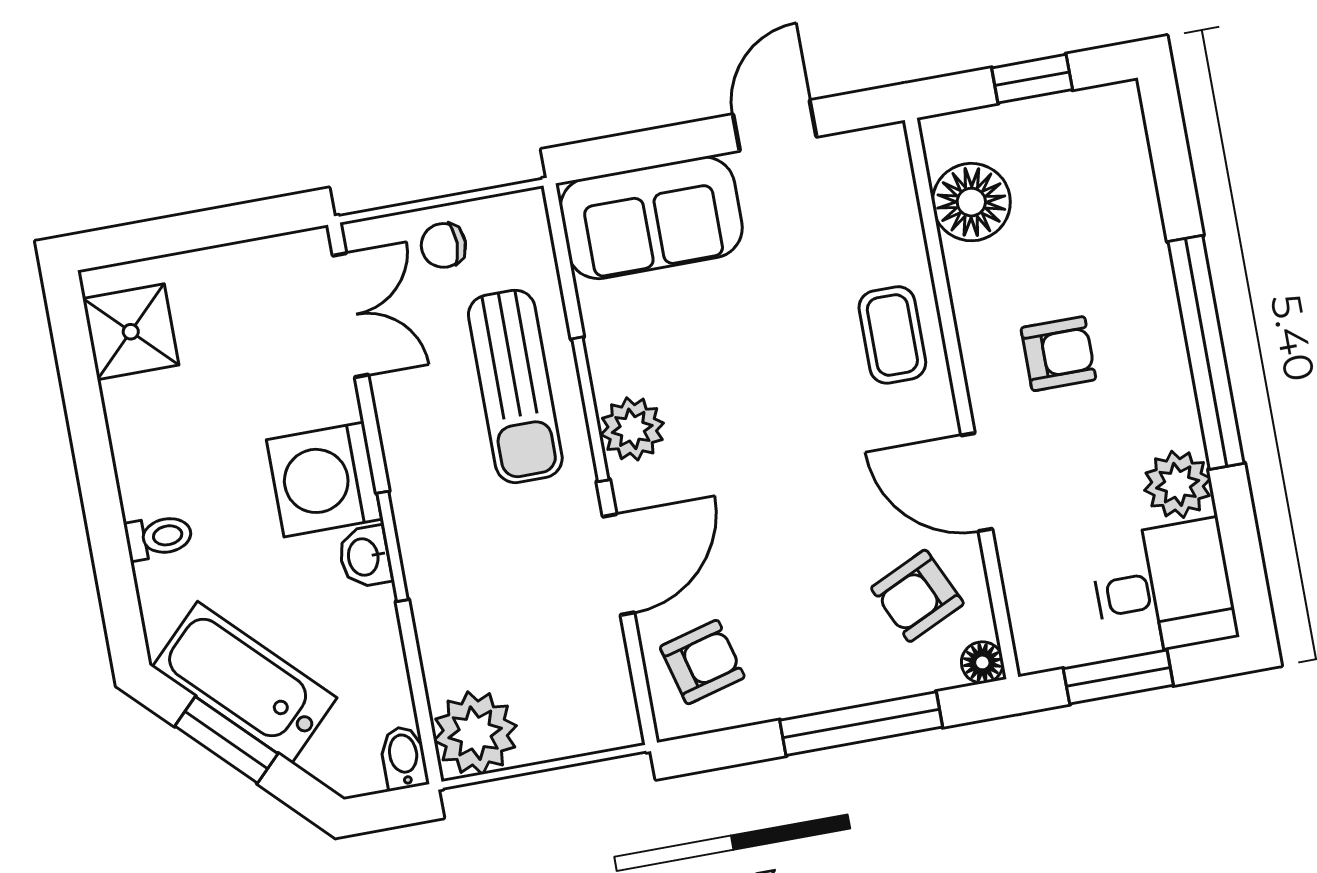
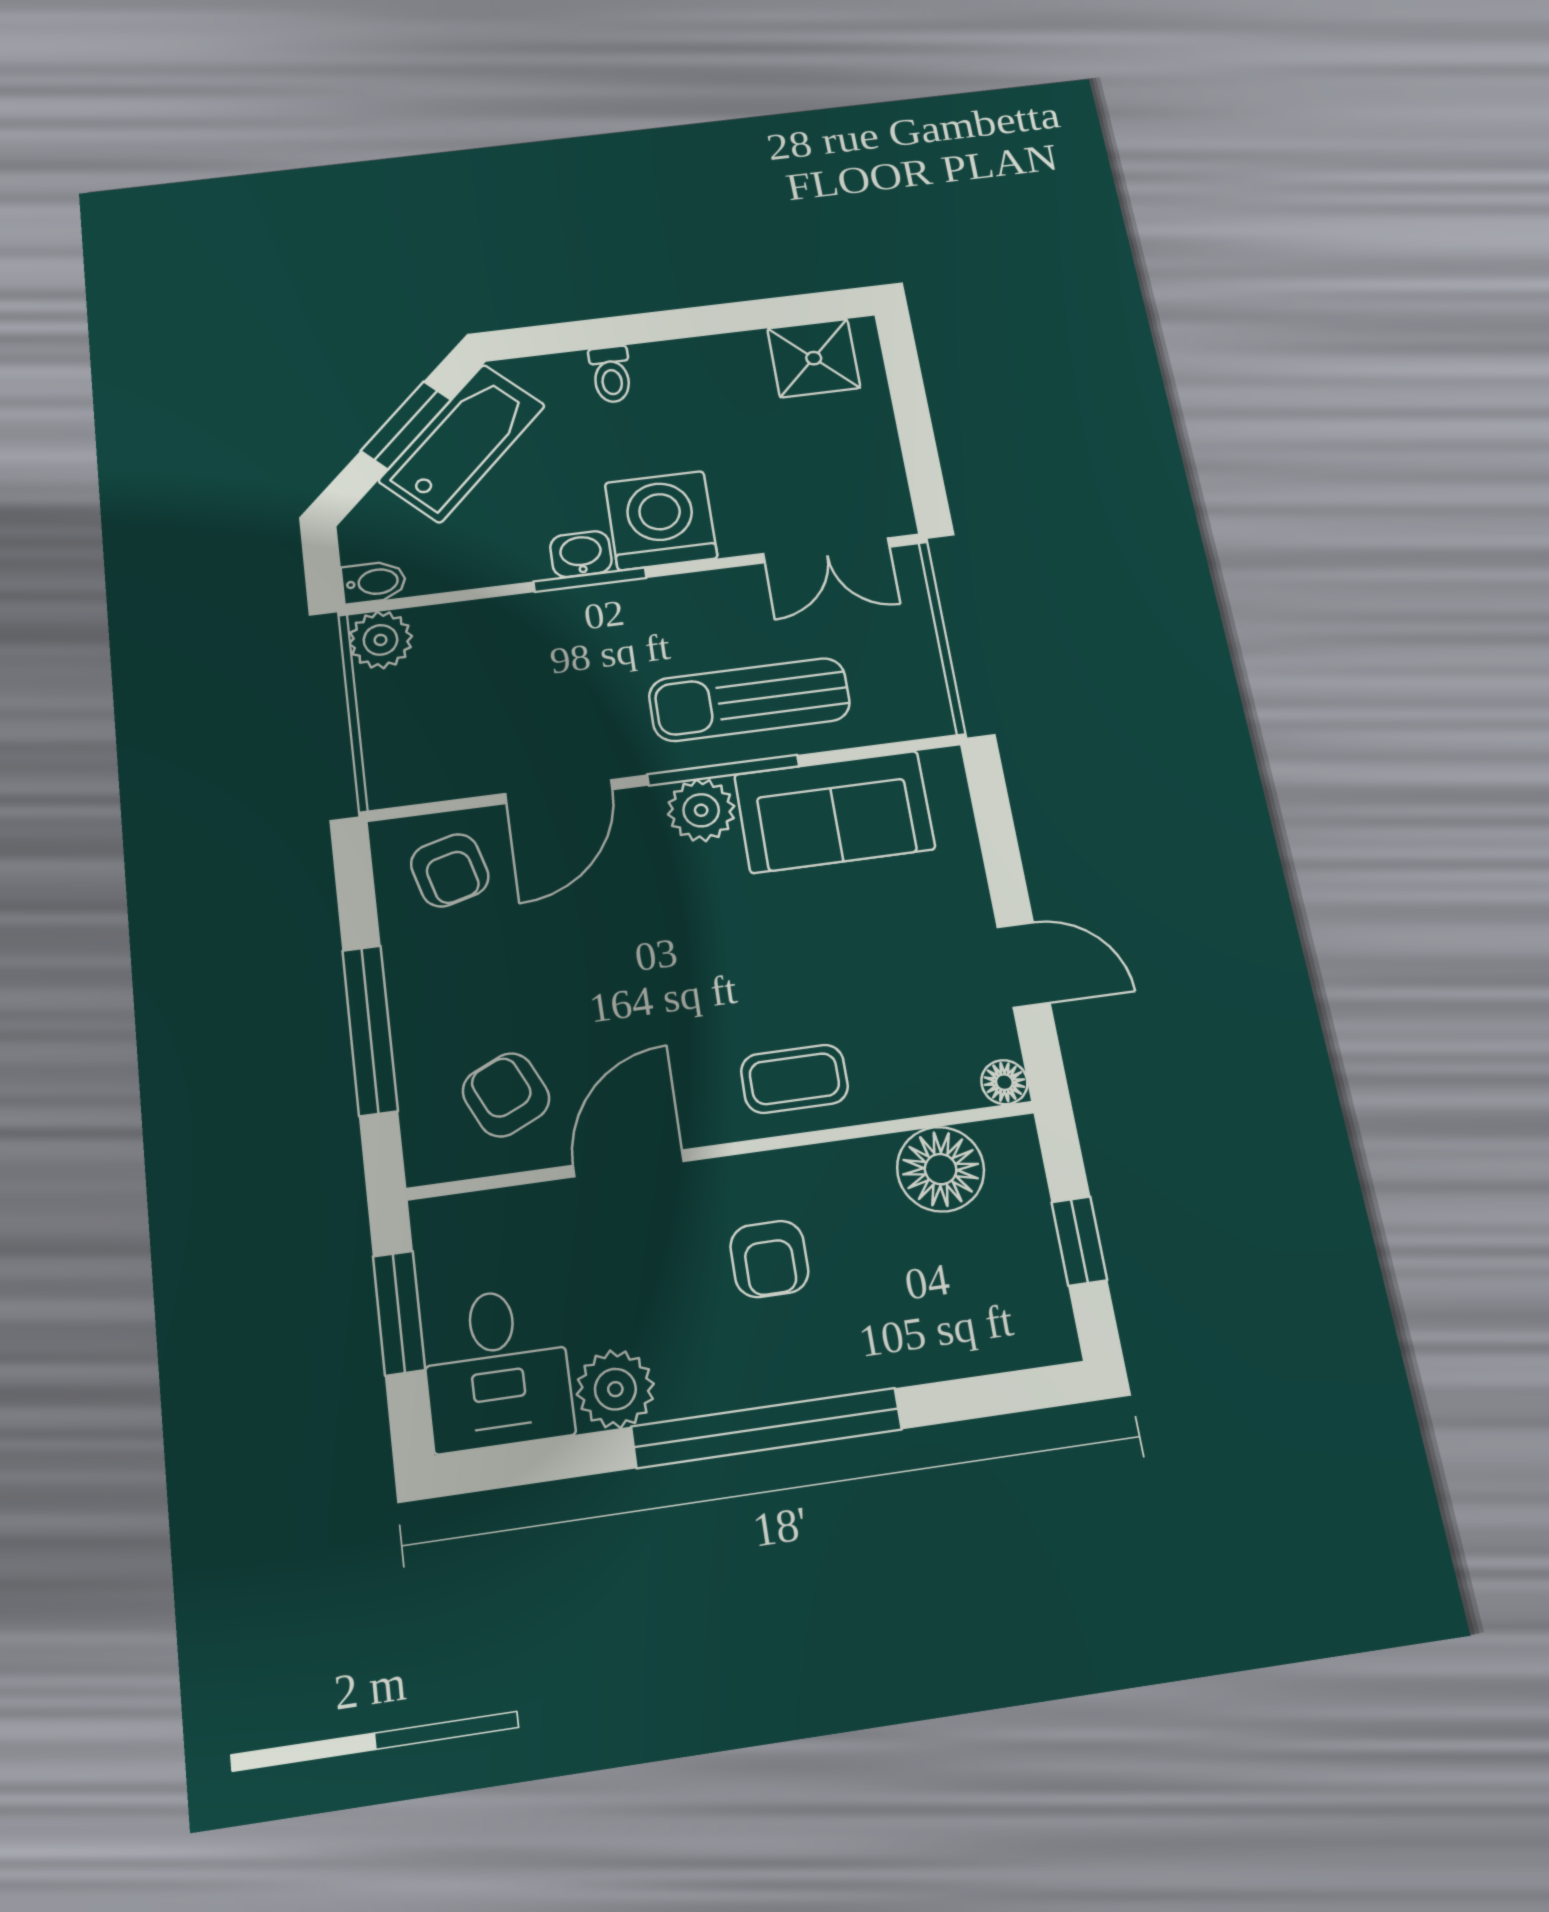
sofa: (651, 218) -> (834, 812), moved, turned -90
chair: (443, 245) -> (896, 638), removed
door: (619, 564) -> (559, 792), hinge flipped
floor lamp: (982, 662) -> (1004, 1082), moved
plant: (475, 733) -> (380, 640), width x0.73, depth x0.73

